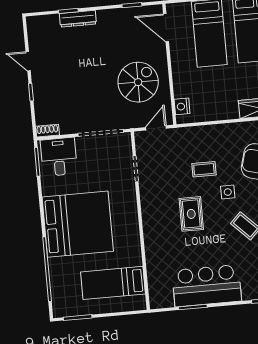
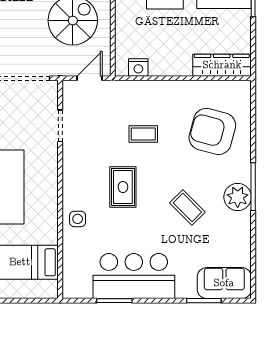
nightstand: (182, 106) -> (138, 67), moved, turned -90
side table: (228, 192) -> (78, 219), moved

